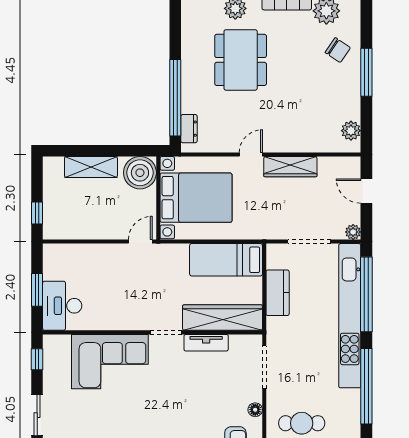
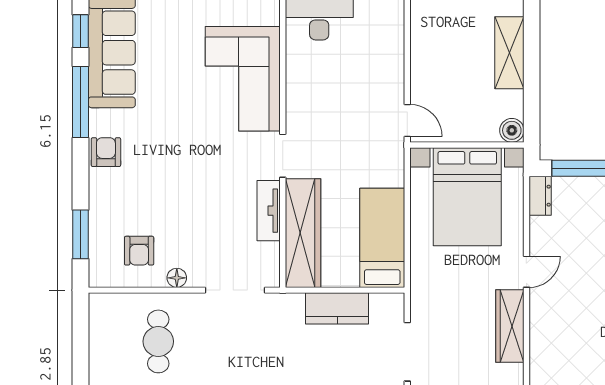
dresser: (189, 129) -> (540, 196), moved, turned -90
door: (251, 154) -> (526, 272), hinge flipped
boiler: (140, 173) -> (512, 130), width x0.54, depth x0.54

